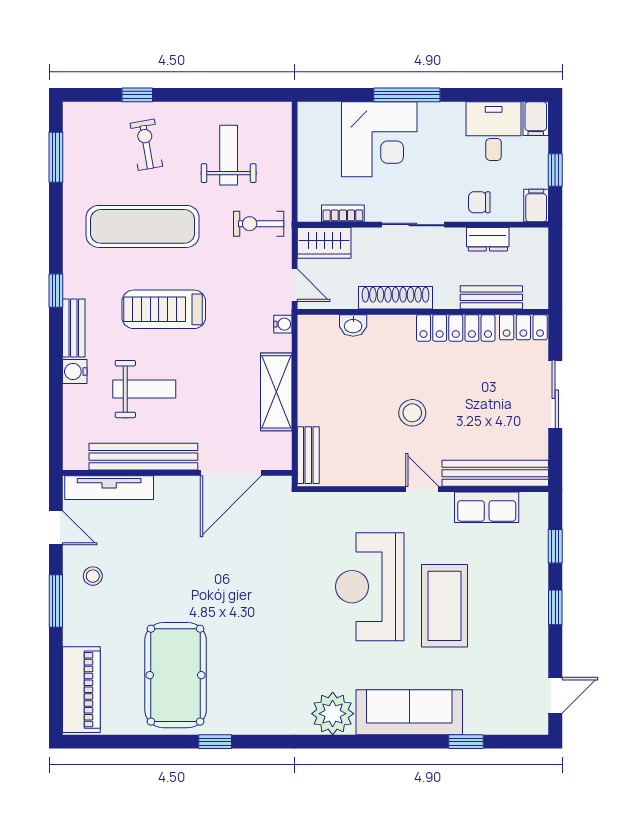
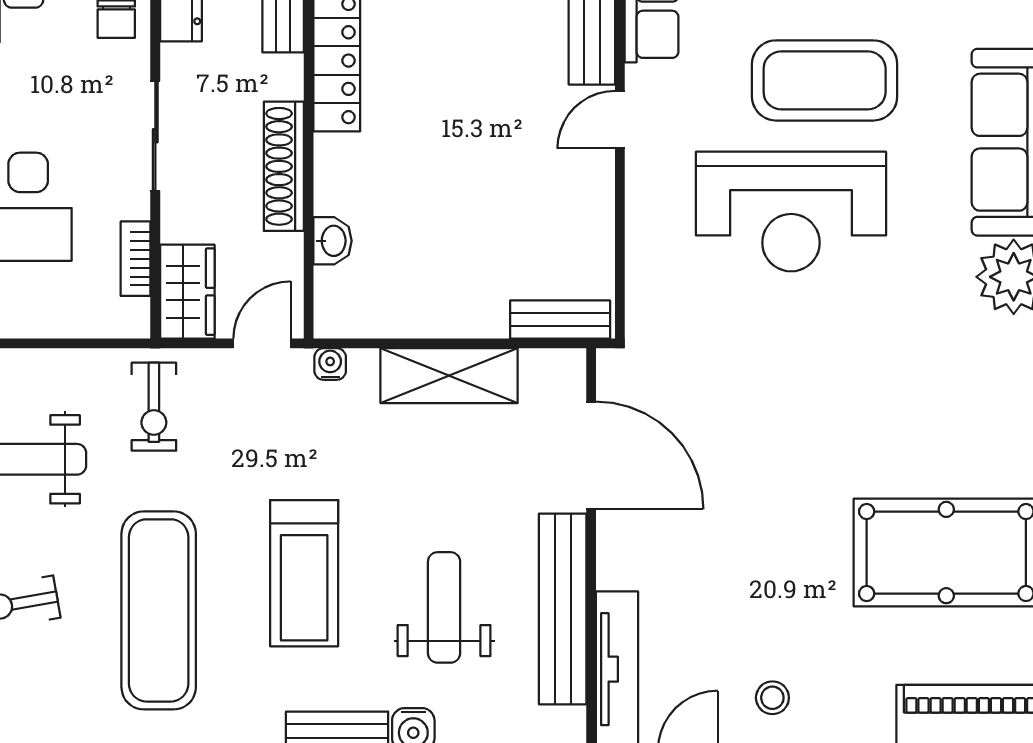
stool: (412, 413) -> (486, 137), removed

